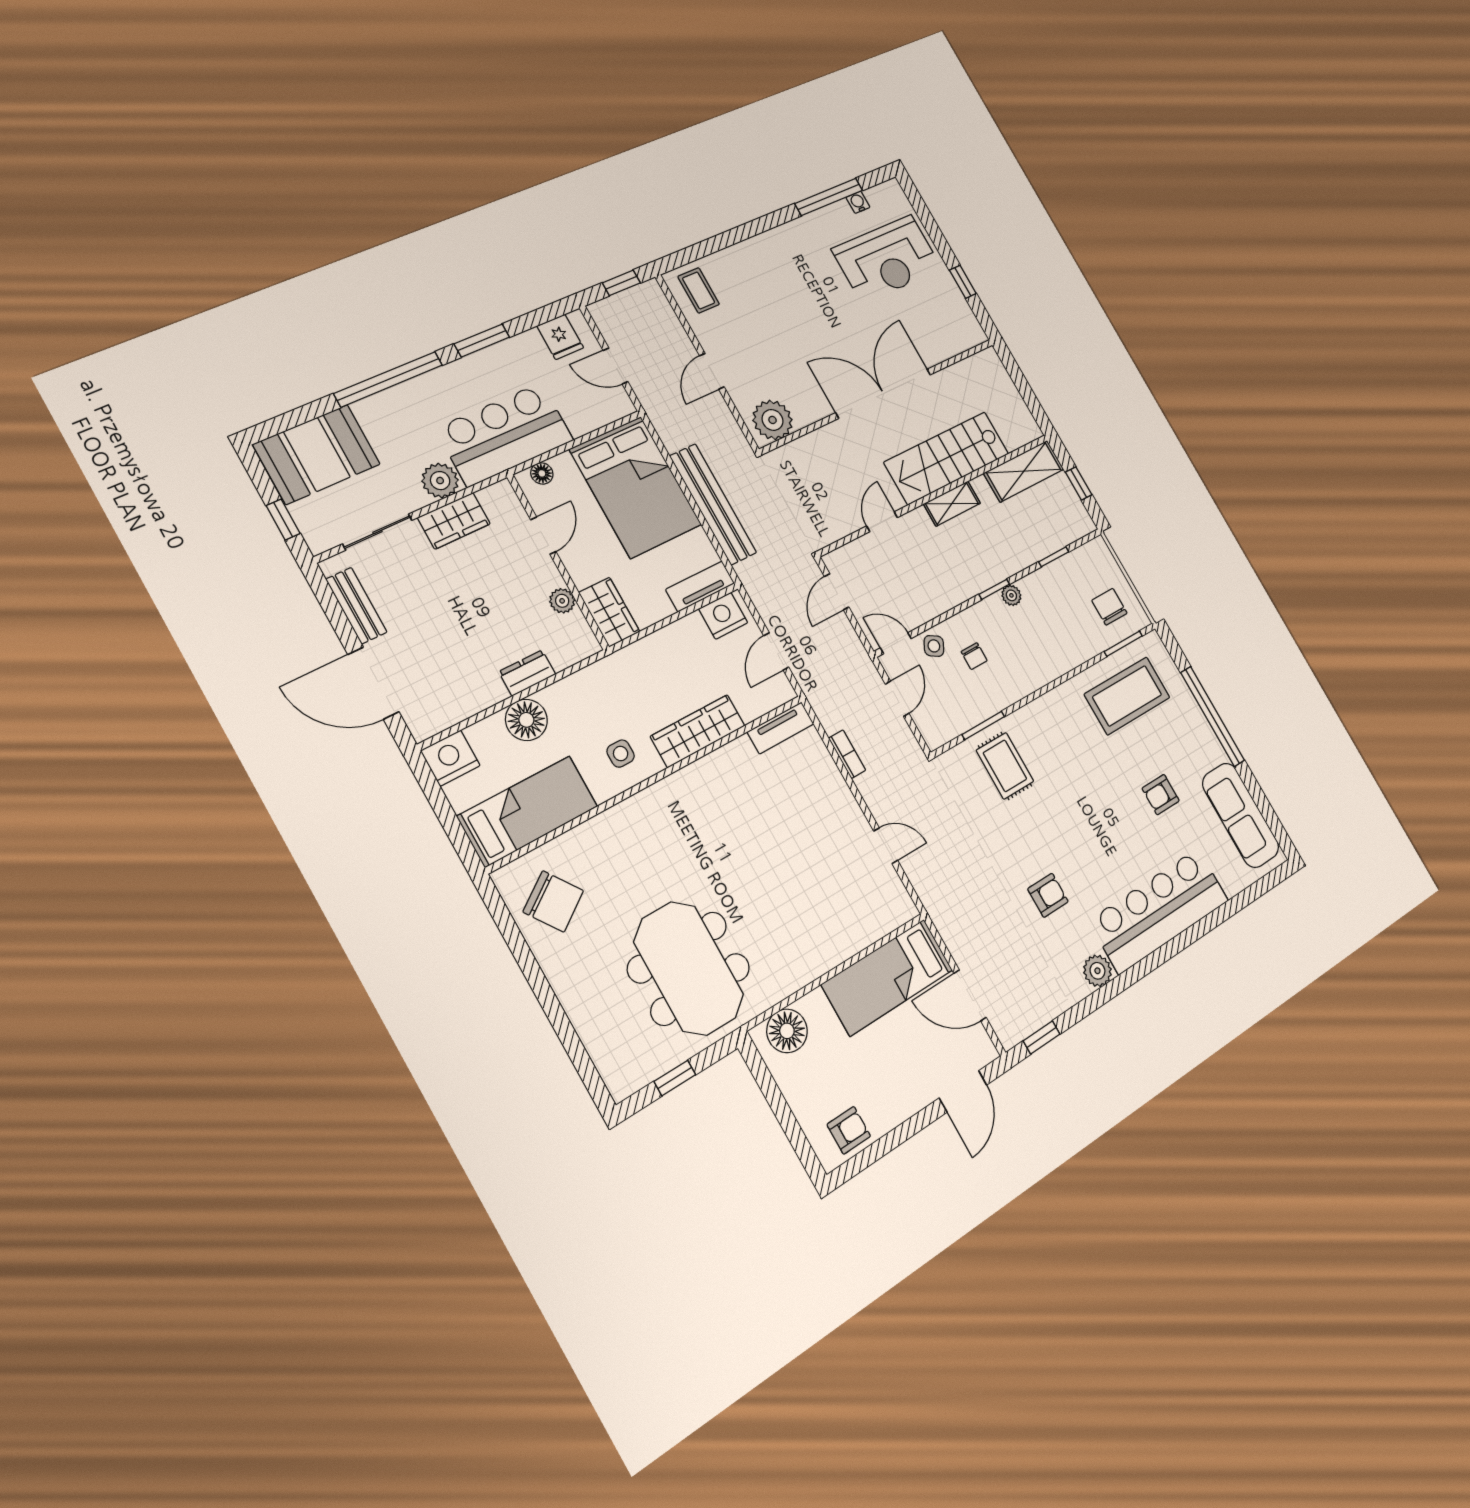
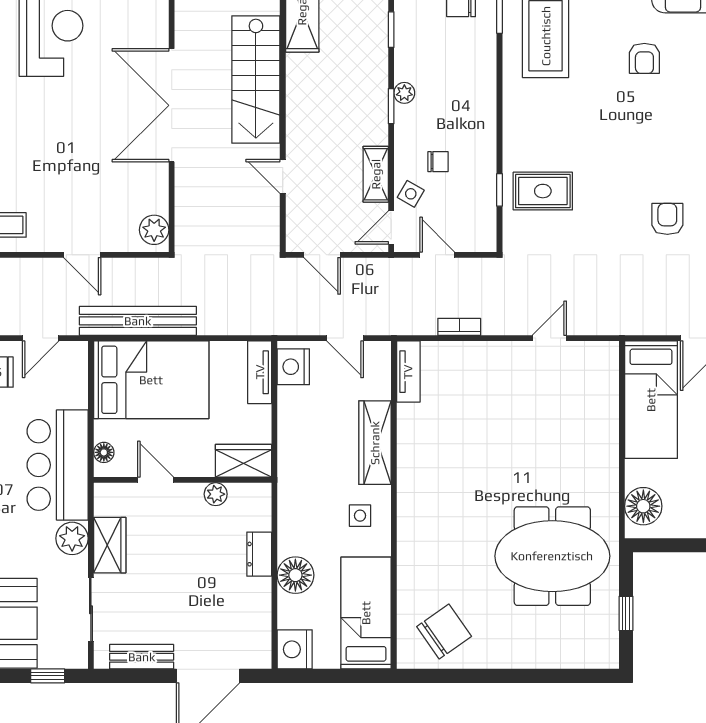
plant: (773, 420) -> (154, 230), width x0.73, depth x0.73
bench: (713, 504) -> (138, 321), moved
shelving: (952, 504) -> (376, 174), moved
window: (983, 725) -> (500, 190), width x0.67

